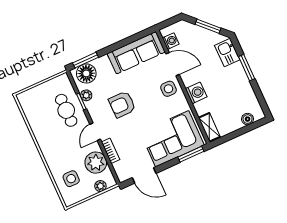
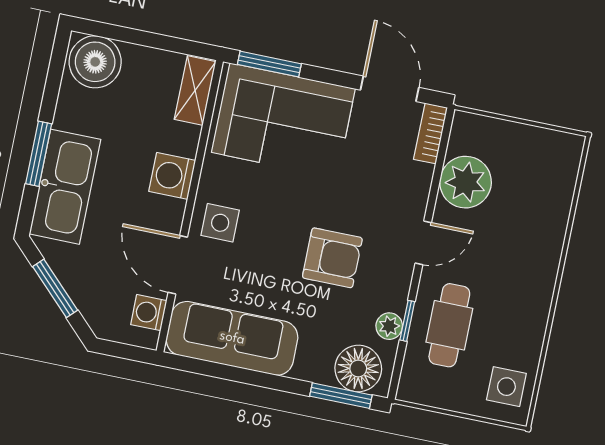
kitchen sink: (227, 53) -> (65, 187), width x1.88, depth x1.24
boiler: (248, 119) -> (95, 62), width x1.86, depth x1.86
bookcase: (111, 151) -> (431, 133), moved
side table: (71, 179) -> (506, 387), moved
plant: (100, 186) -> (490, 130), removed

